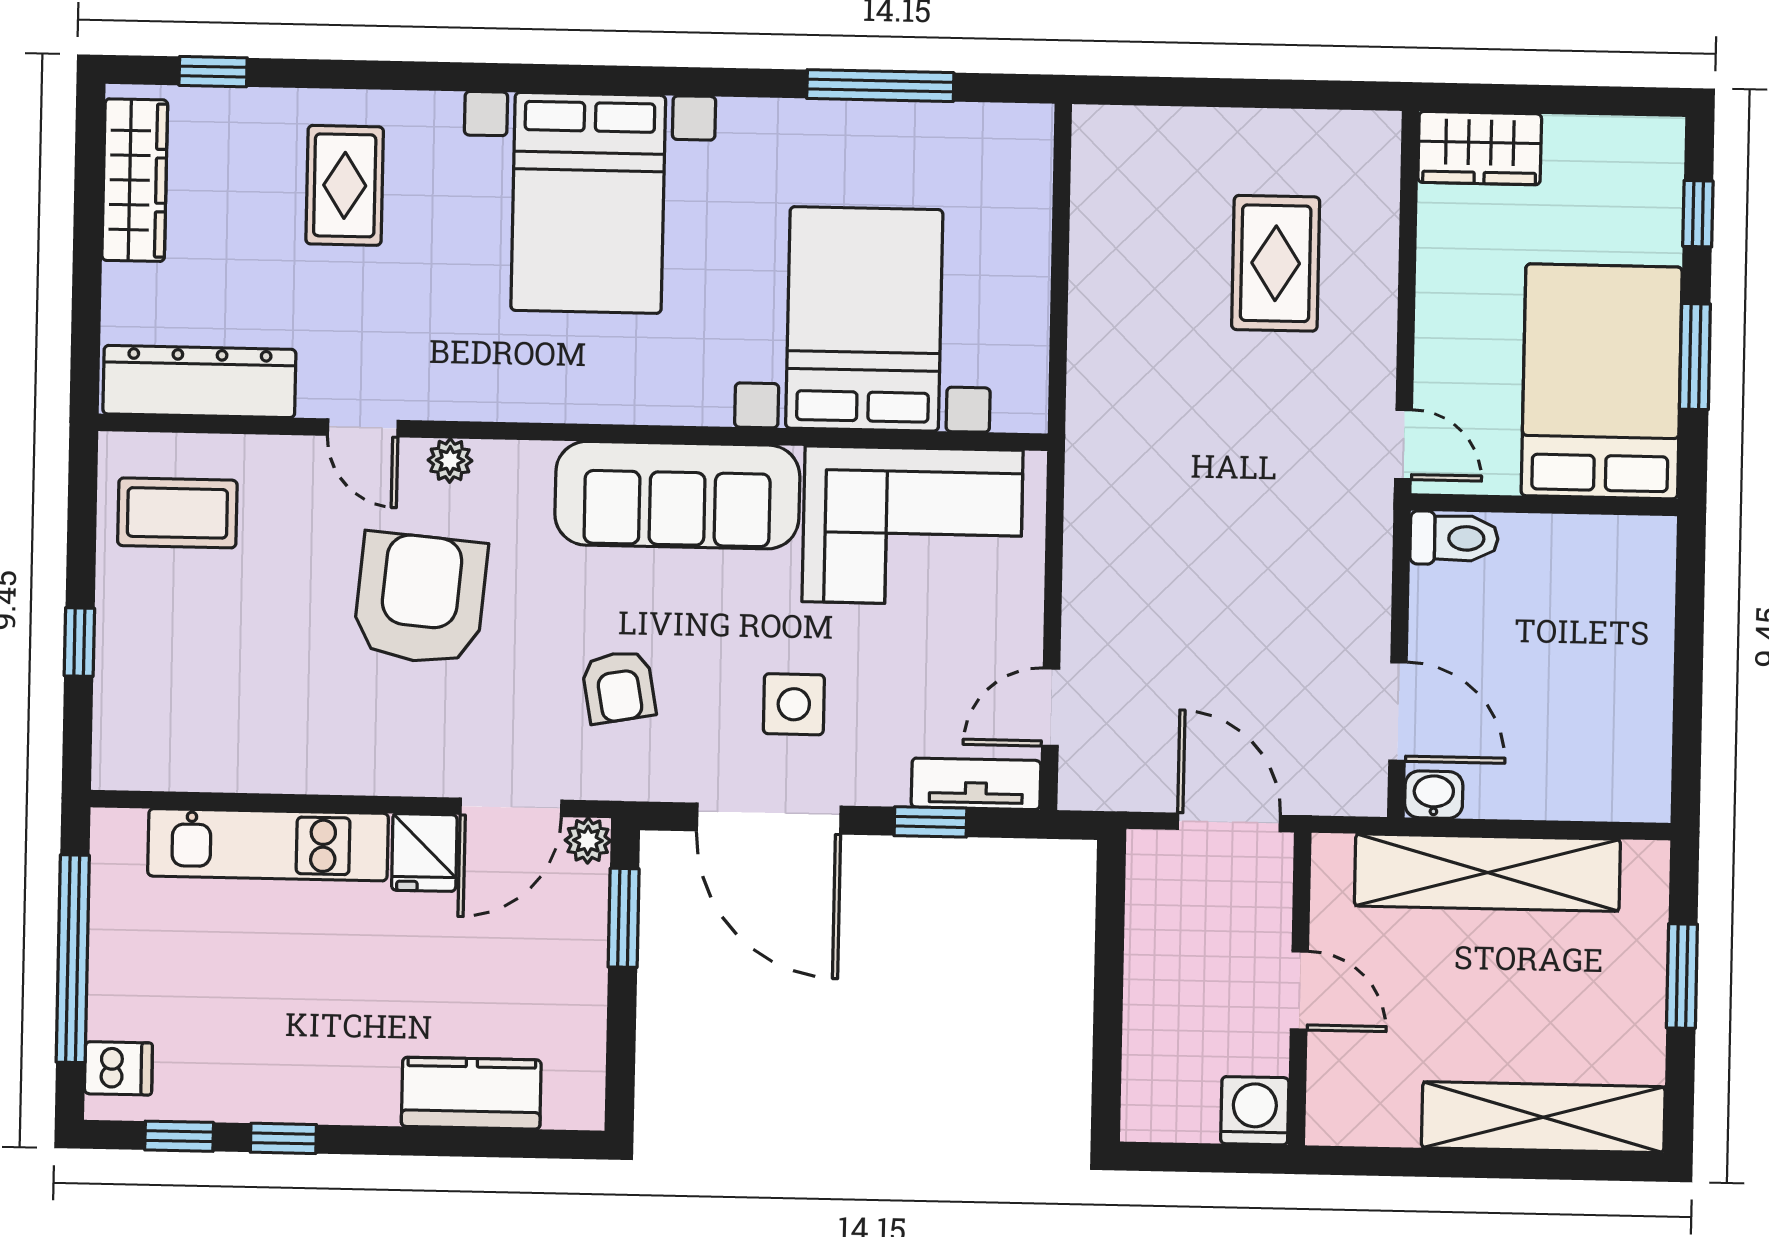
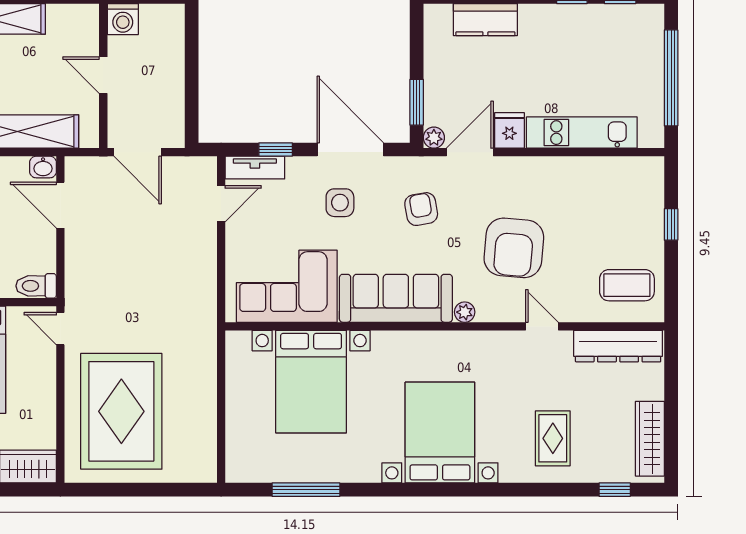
rug: (1276, 263) -> (121, 411), width x1.86, depth x2.06
plant: (450, 460) -> (465, 312), moved
dishwasher: (118, 1068) -> (649, 28), removed

